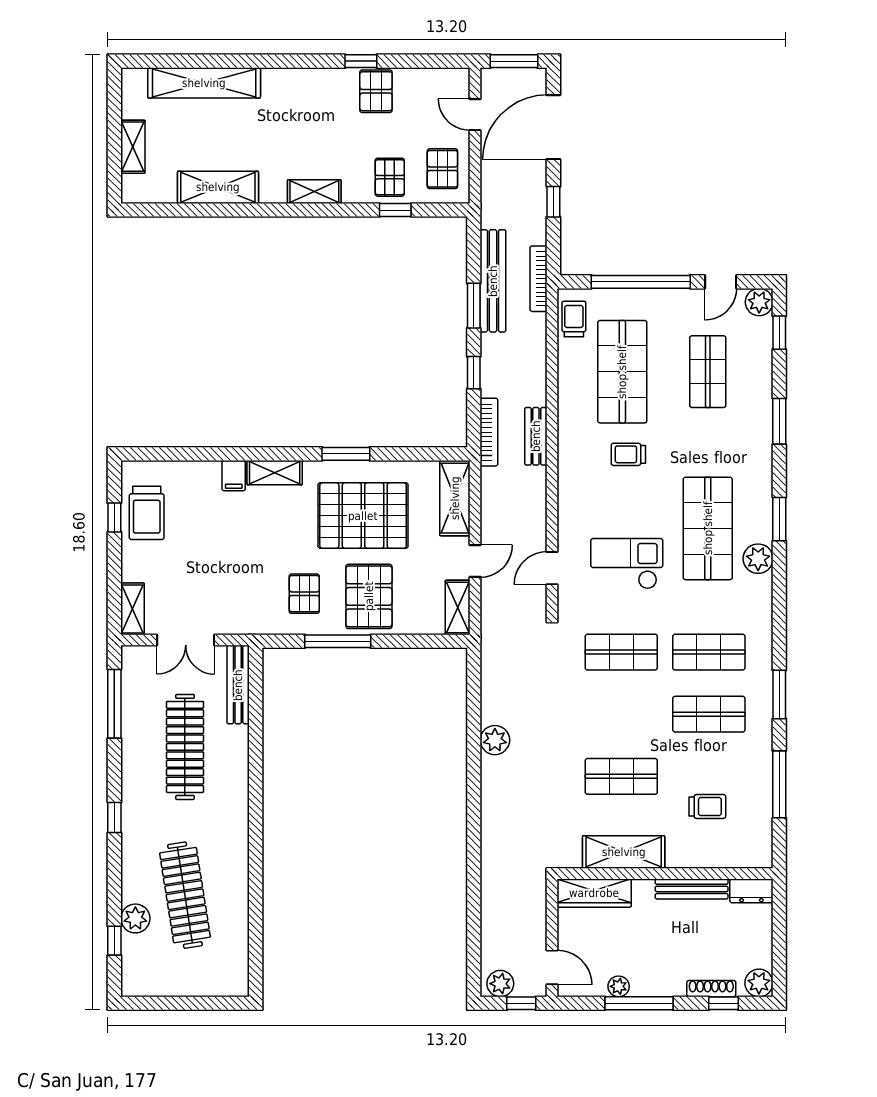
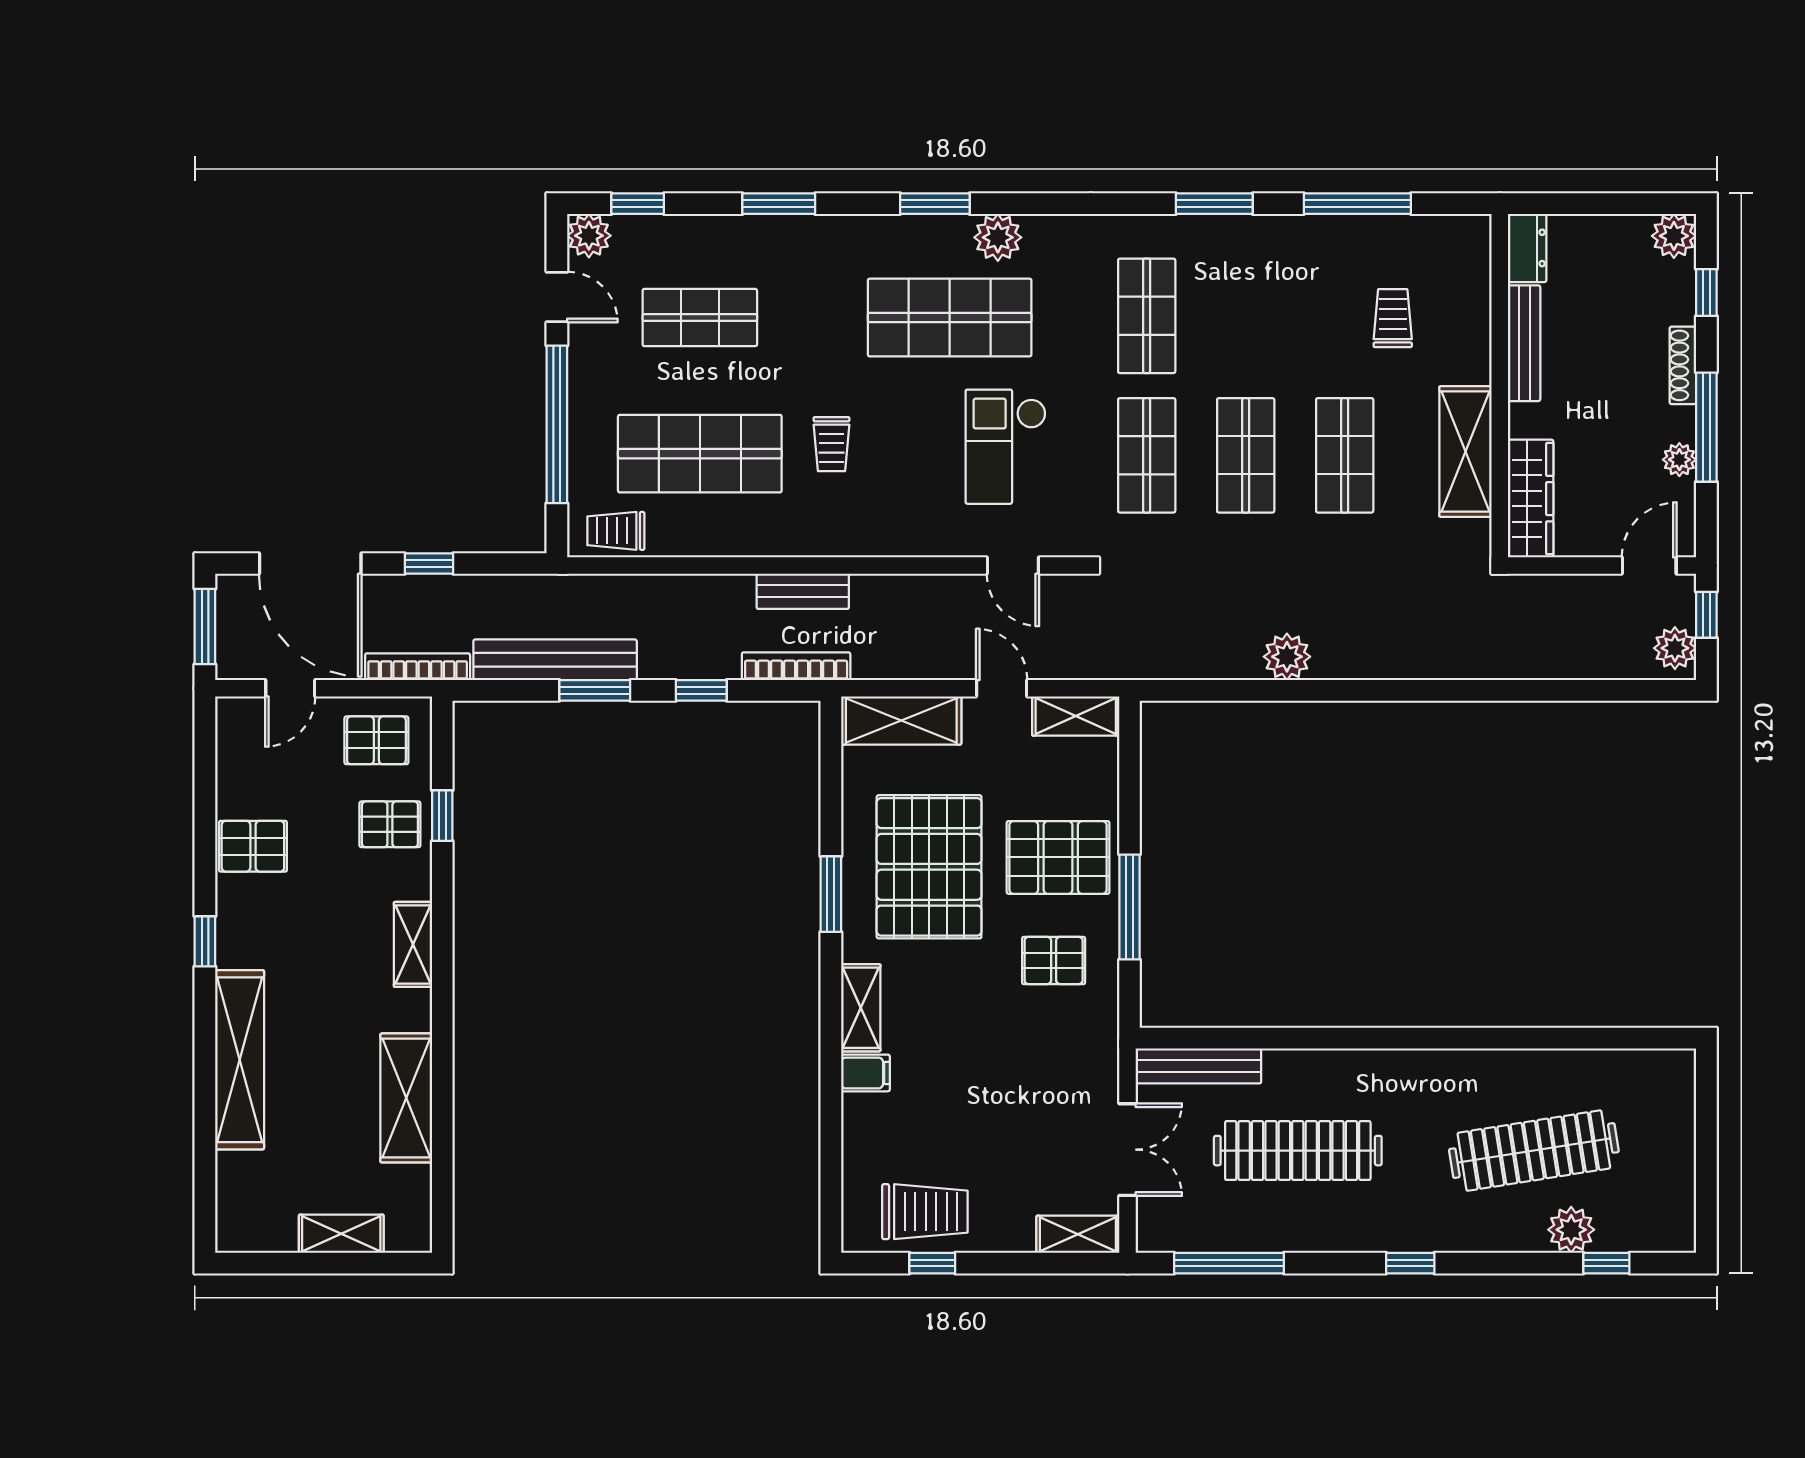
window: (361, 61) -> (205, 941), moved
shelving: (204, 83) -> (240, 1060), moved
bookcase: (539, 279) -> (418, 667), moved, turned 180
shop shelf: (709, 714) -> (1246, 455), moved
shoe rack: (711, 989) -> (1683, 365), moved

